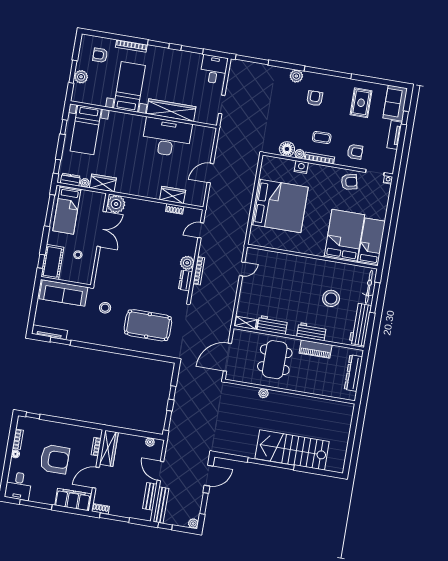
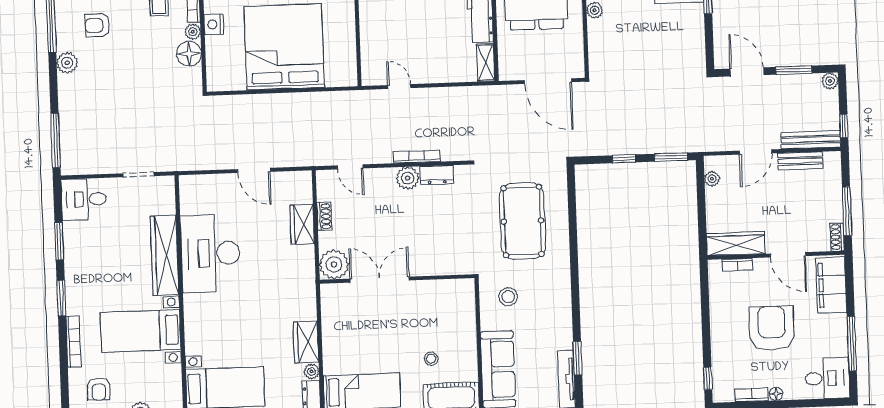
plant: (116, 204) -> (334, 264), moved
double door: (102, 229) -> (380, 280), moved
wall: (100, 239) -> (397, 279), moved

